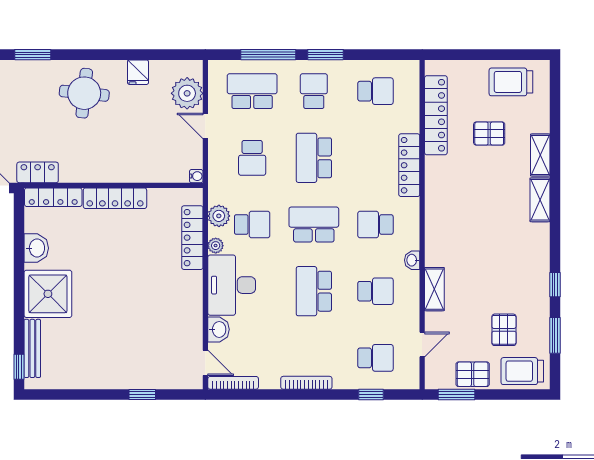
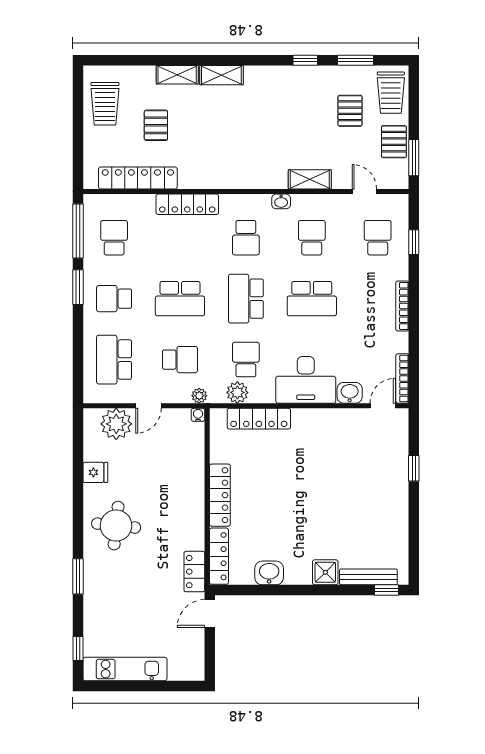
window: (268, 55) -> (78, 231), moved
plant: (216, 246) -> (199, 396), moved
shower: (48, 294) -> (325, 572), width x0.54, depth x0.54
pallet: (504, 330) -> (350, 111), turned 90

